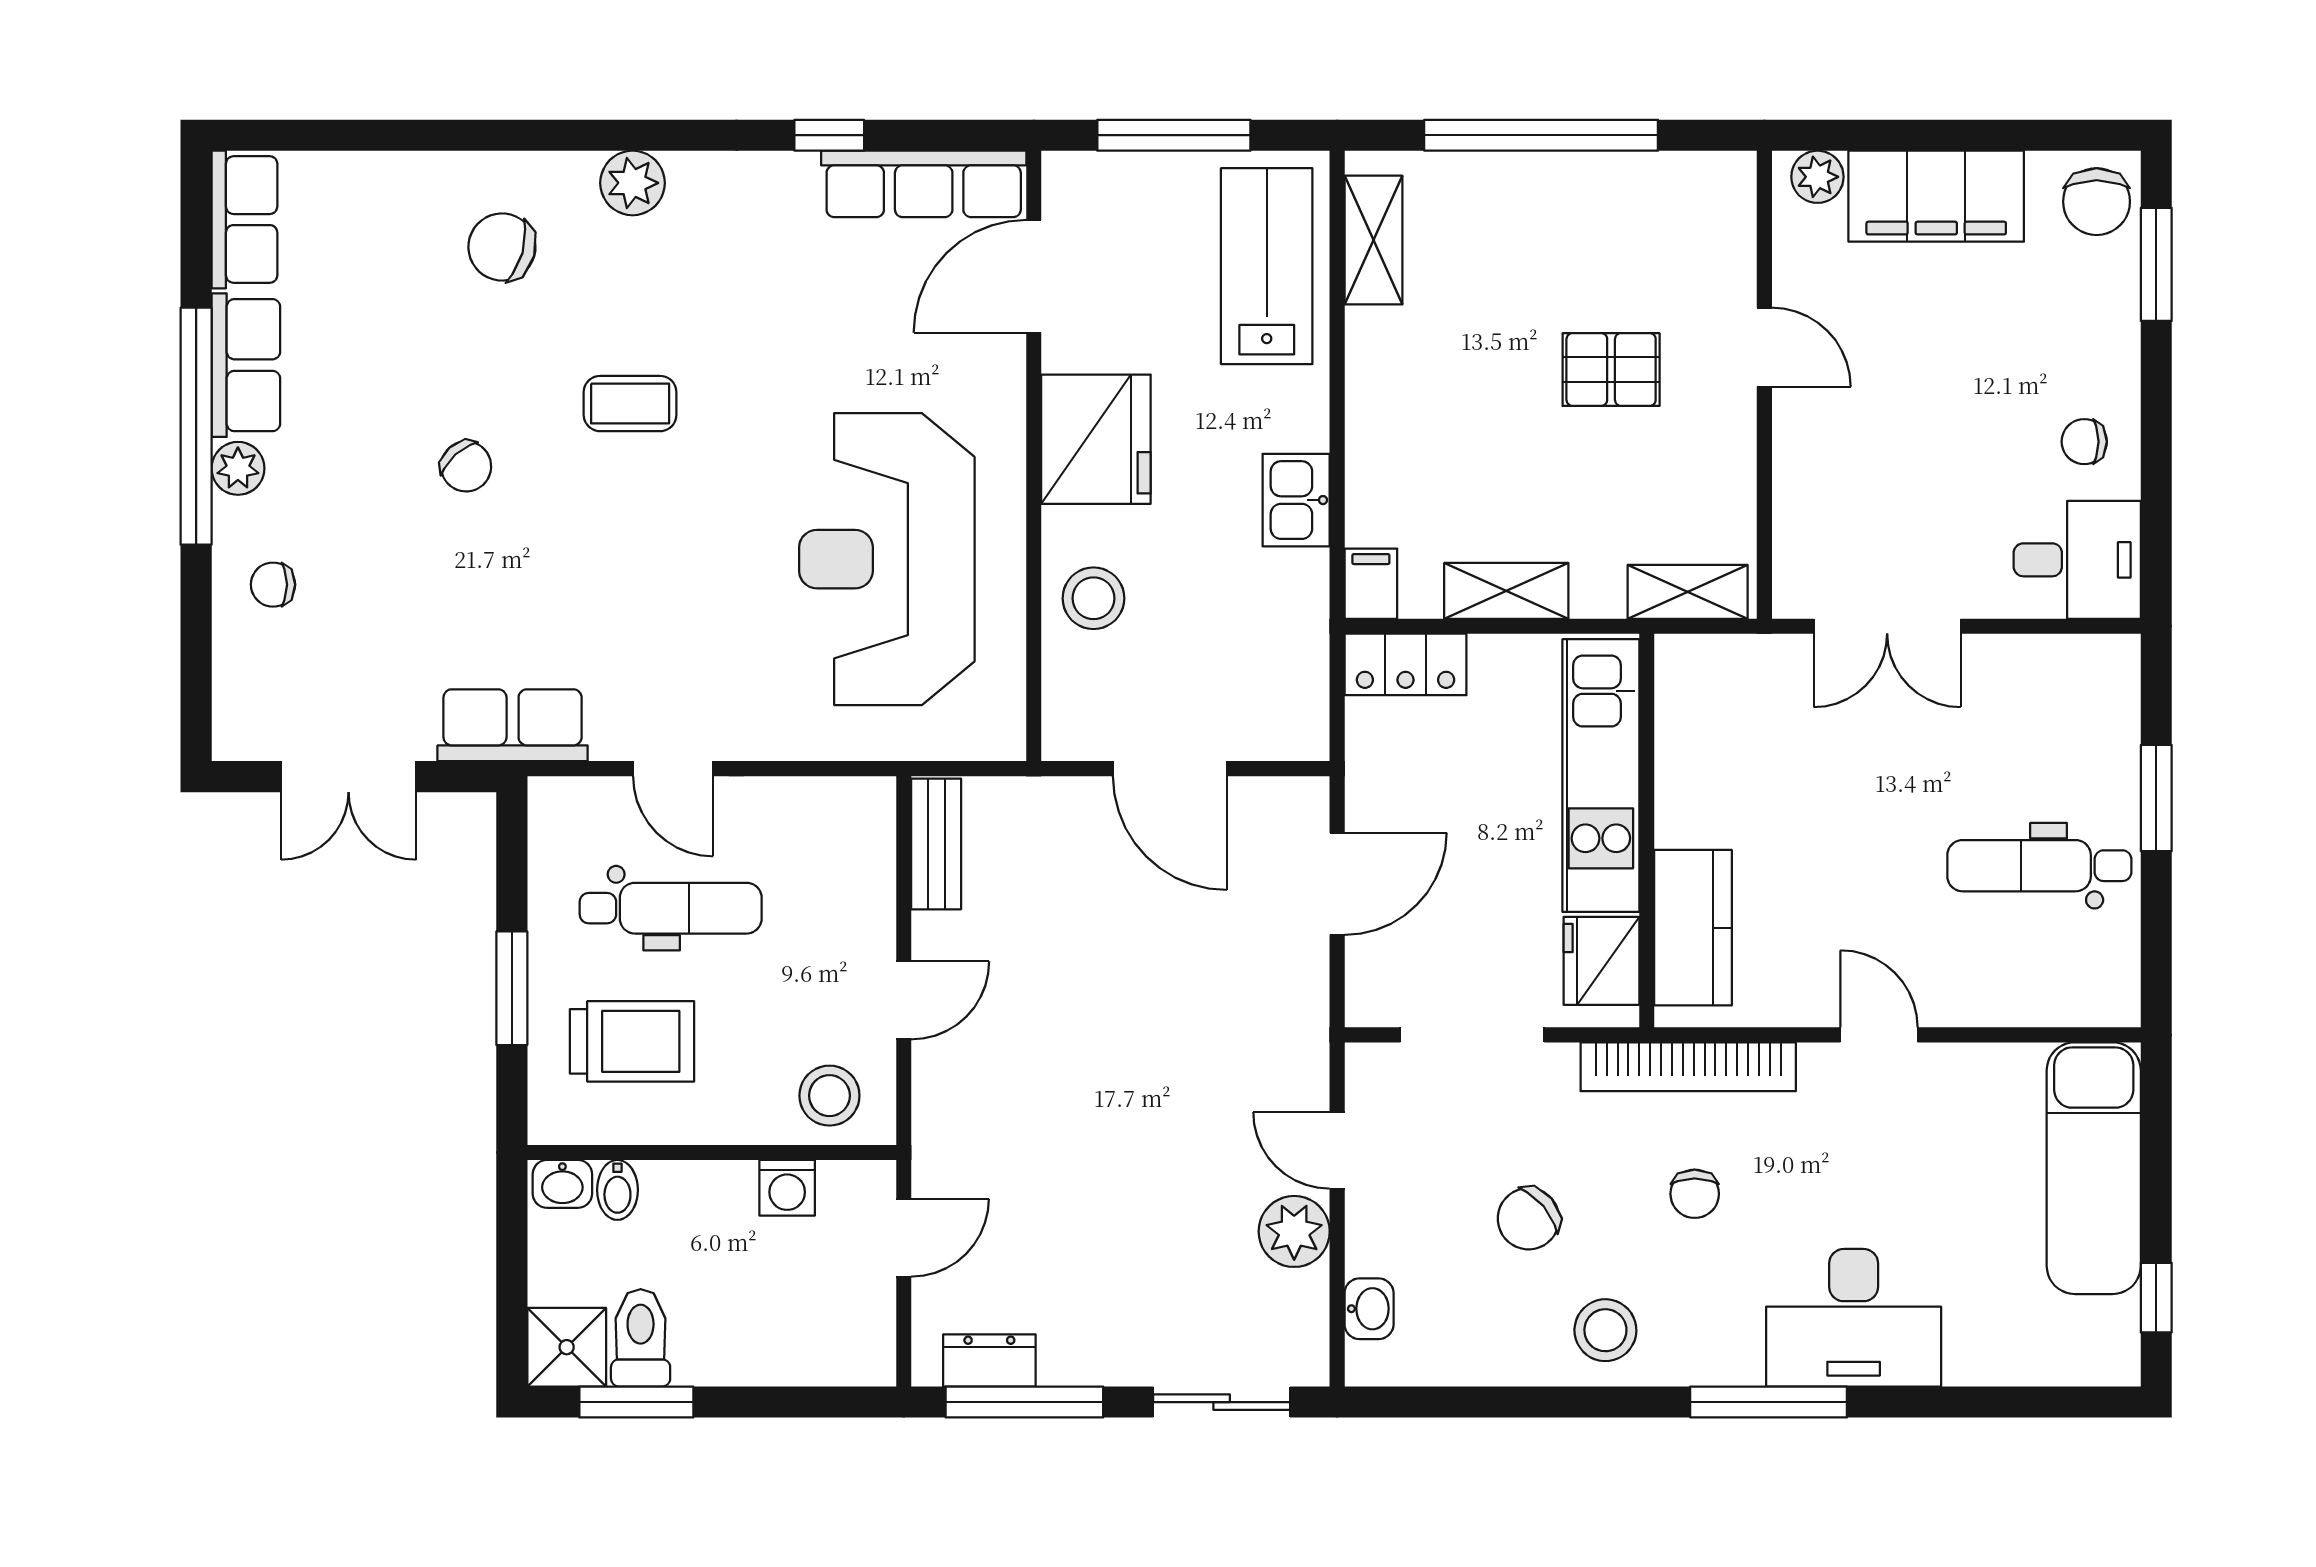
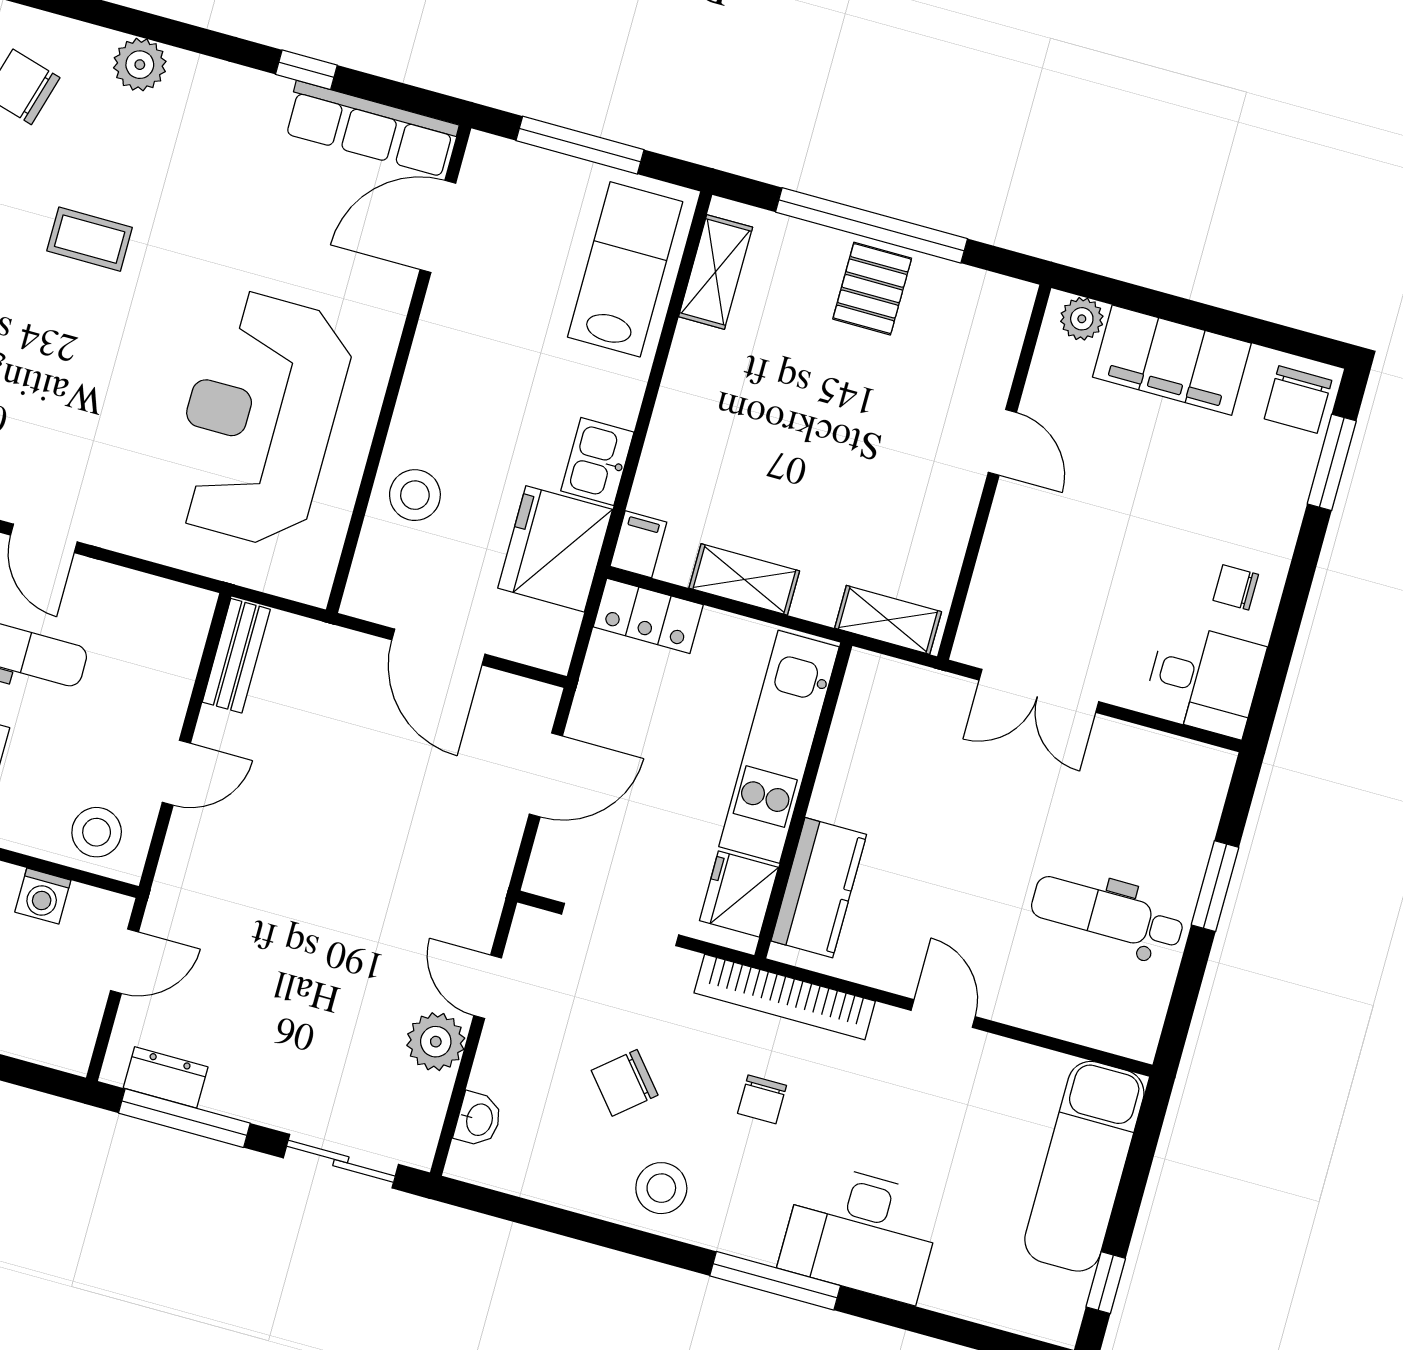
pallet: (1611, 370) -> (872, 289), moved, turned 90
fridge: (1096, 439) -> (555, 549), moved, turned 180

